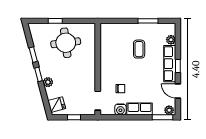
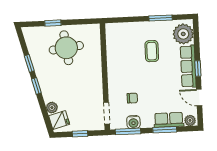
plant: (171, 40) -> (183, 34), width x1.88, depth x1.88
plant: (48, 82) -> (52, 108), moved
row of seats: (140, 109) -> (169, 120), moved
window: (115, 117) -> (128, 131), added
window: (162, 117) -> (165, 130), moved

